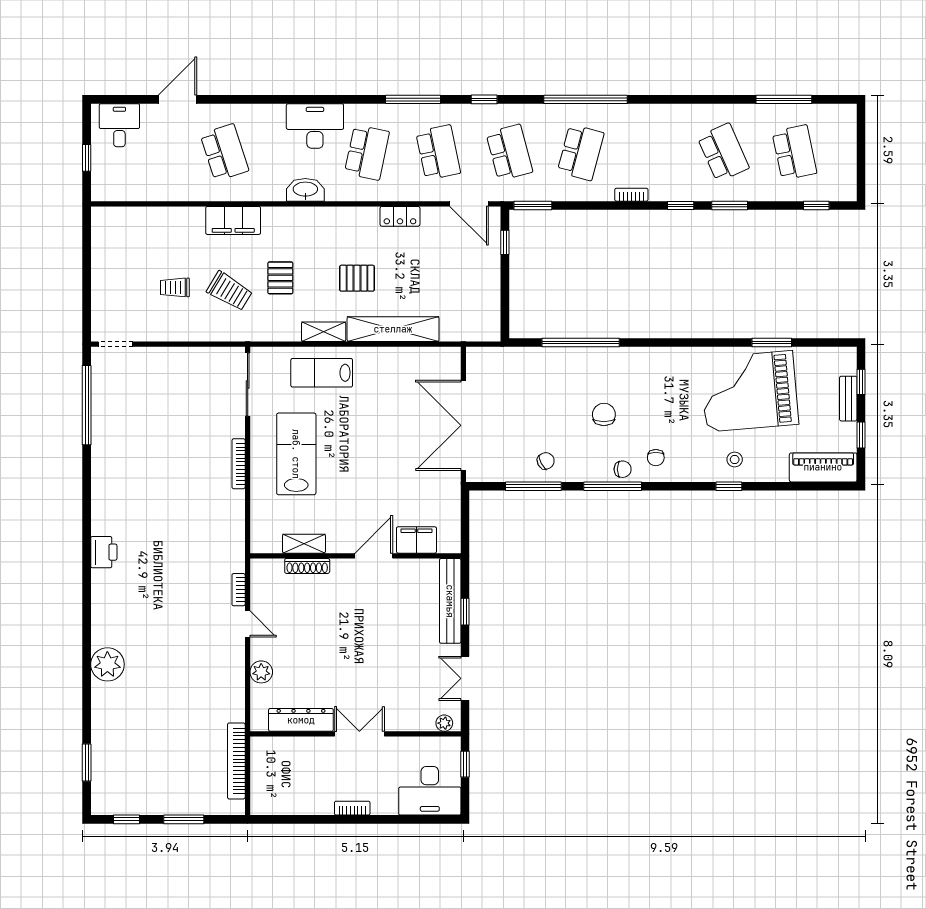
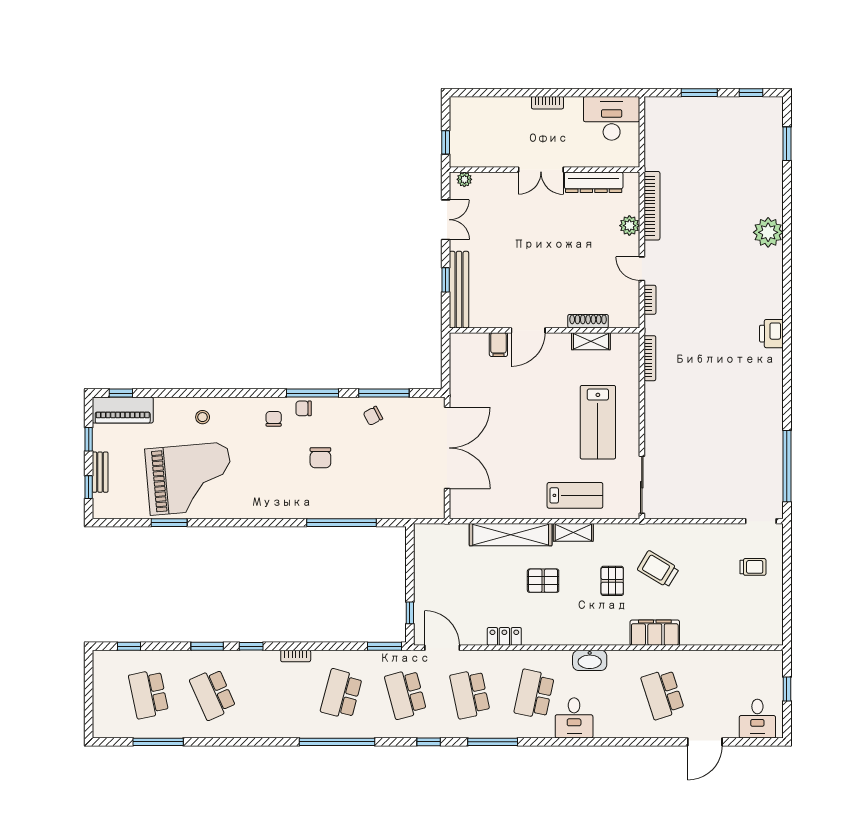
desk: (315, 126) -> (574, 718), width x0.73
trolley: (175, 287) -> (753, 567), moved
bookcase: (239, 464) -> (650, 358), moved
window: (729, 486) -> (121, 393), moved
filing cabinet: (416, 540) -> (498, 345), width x0.50
bookcase: (236, 761) -> (652, 206), moved
desk: (430, 791) -> (612, 118), moved

